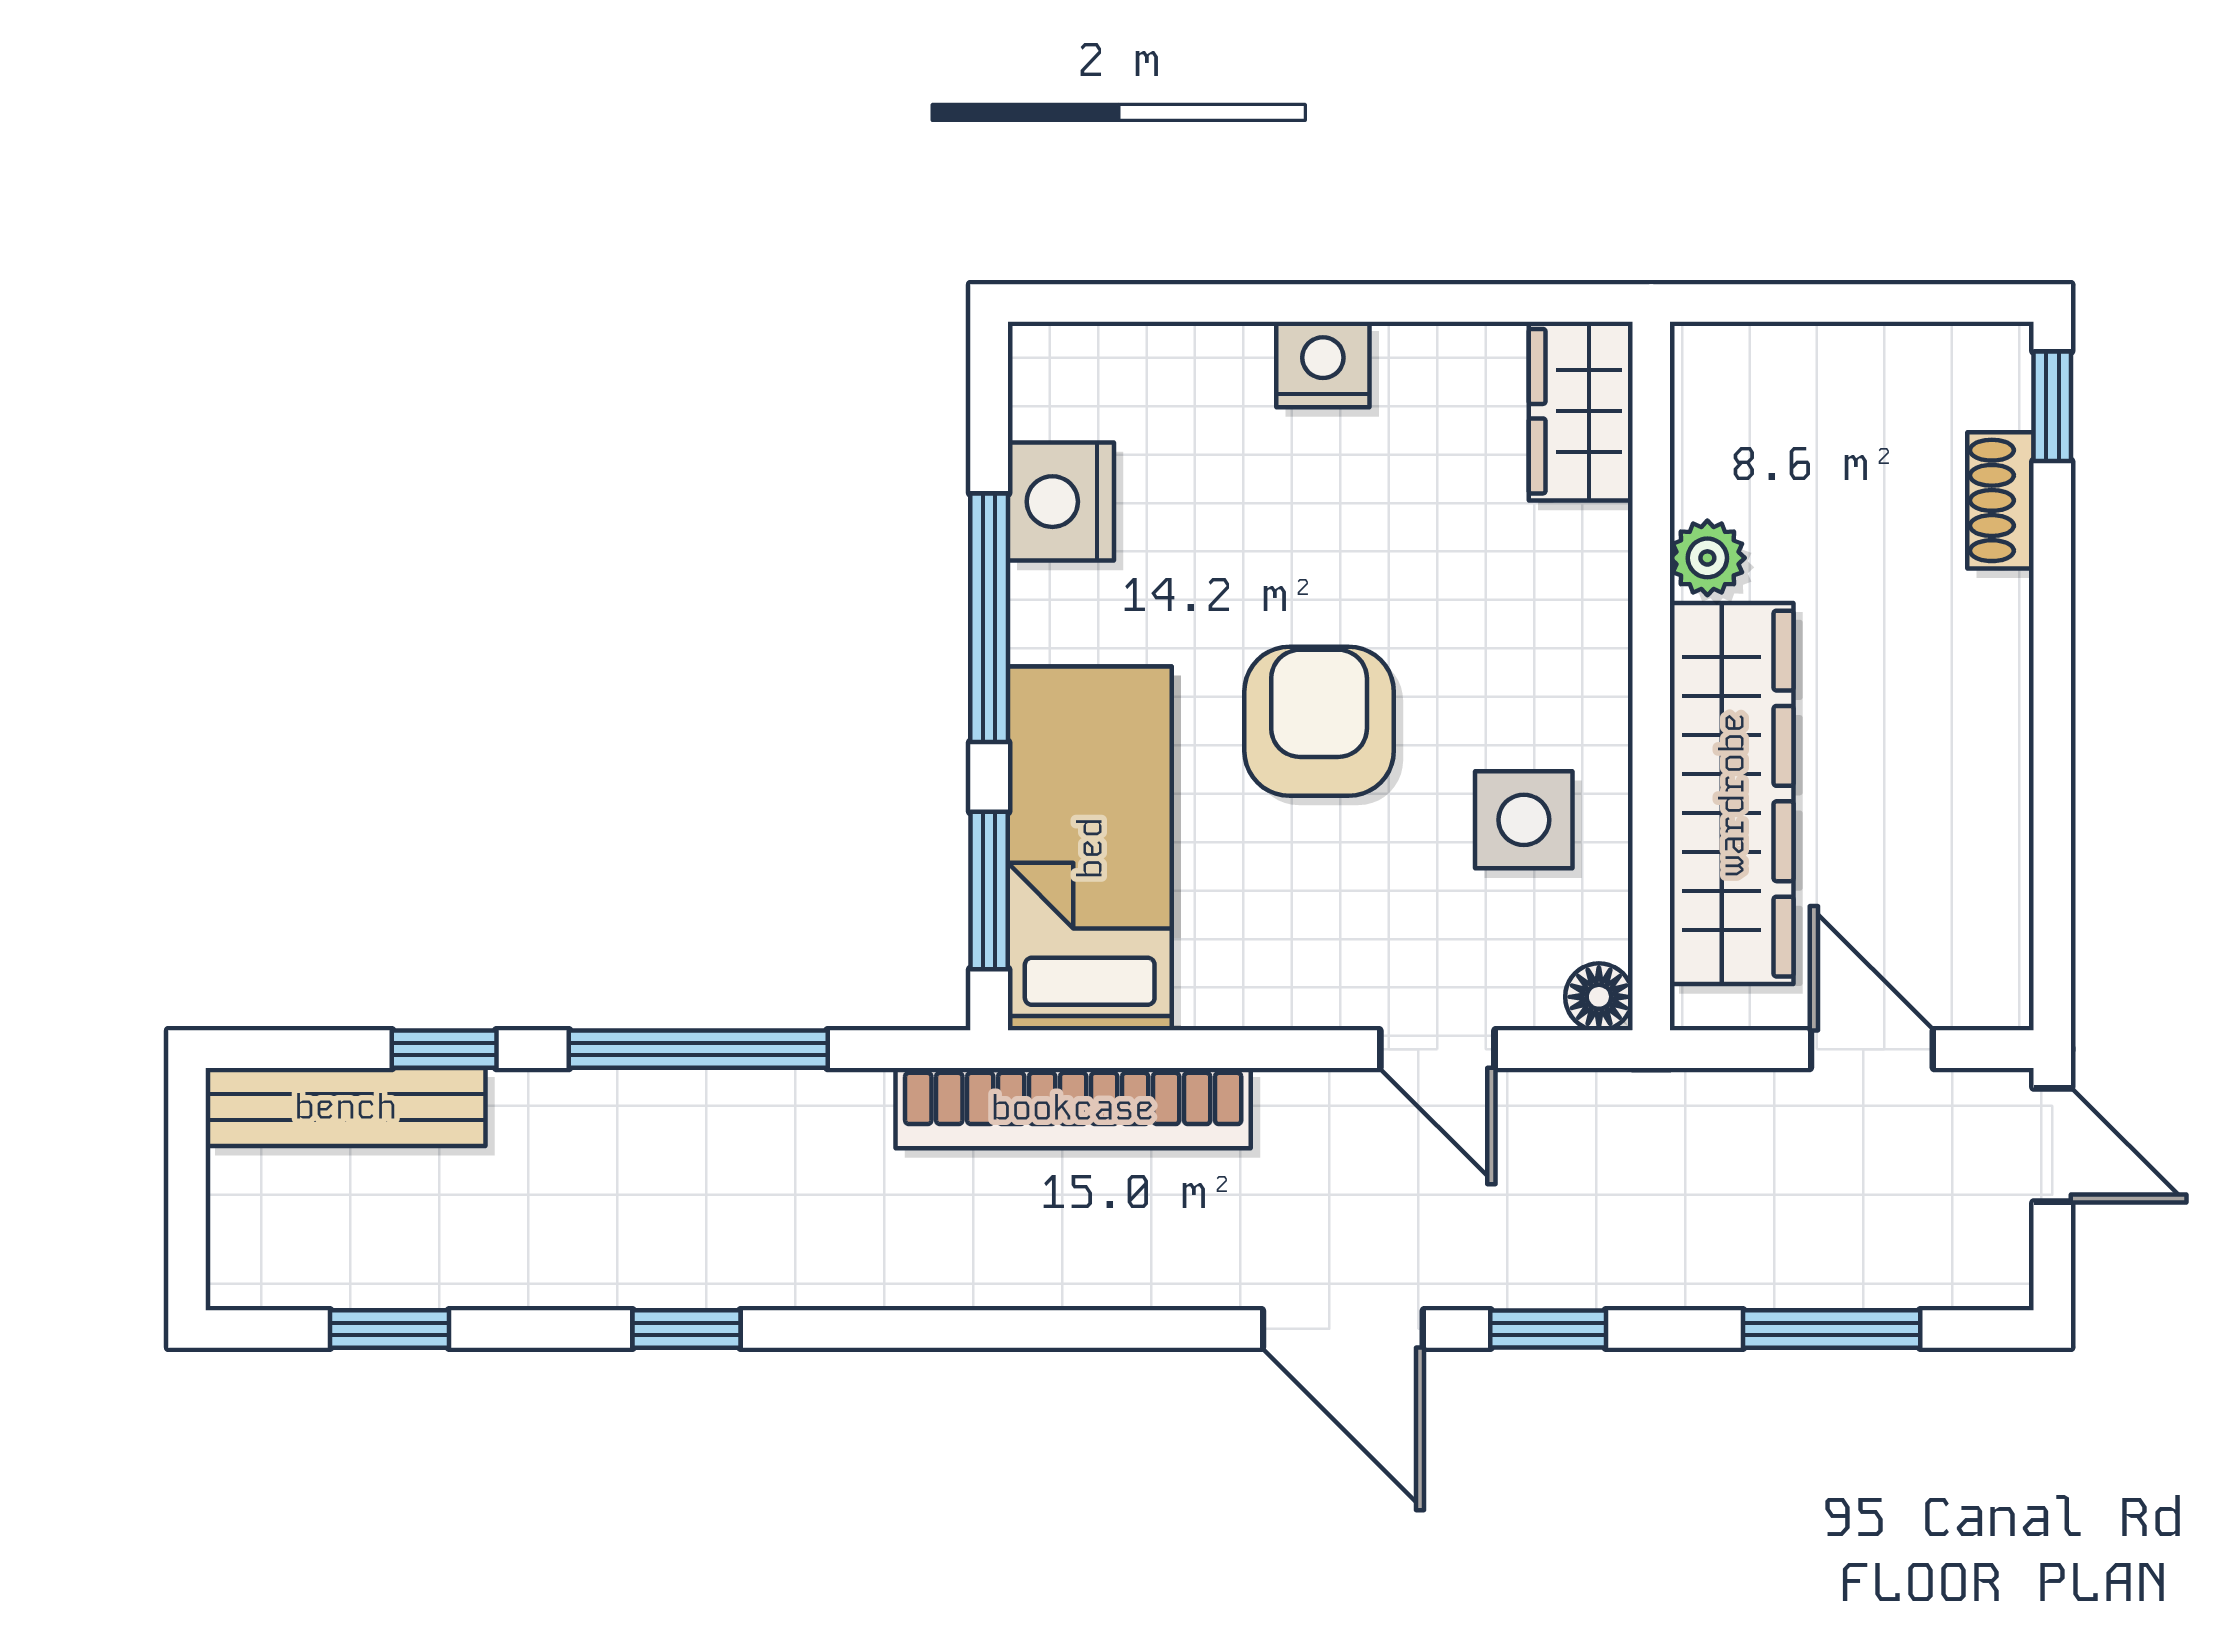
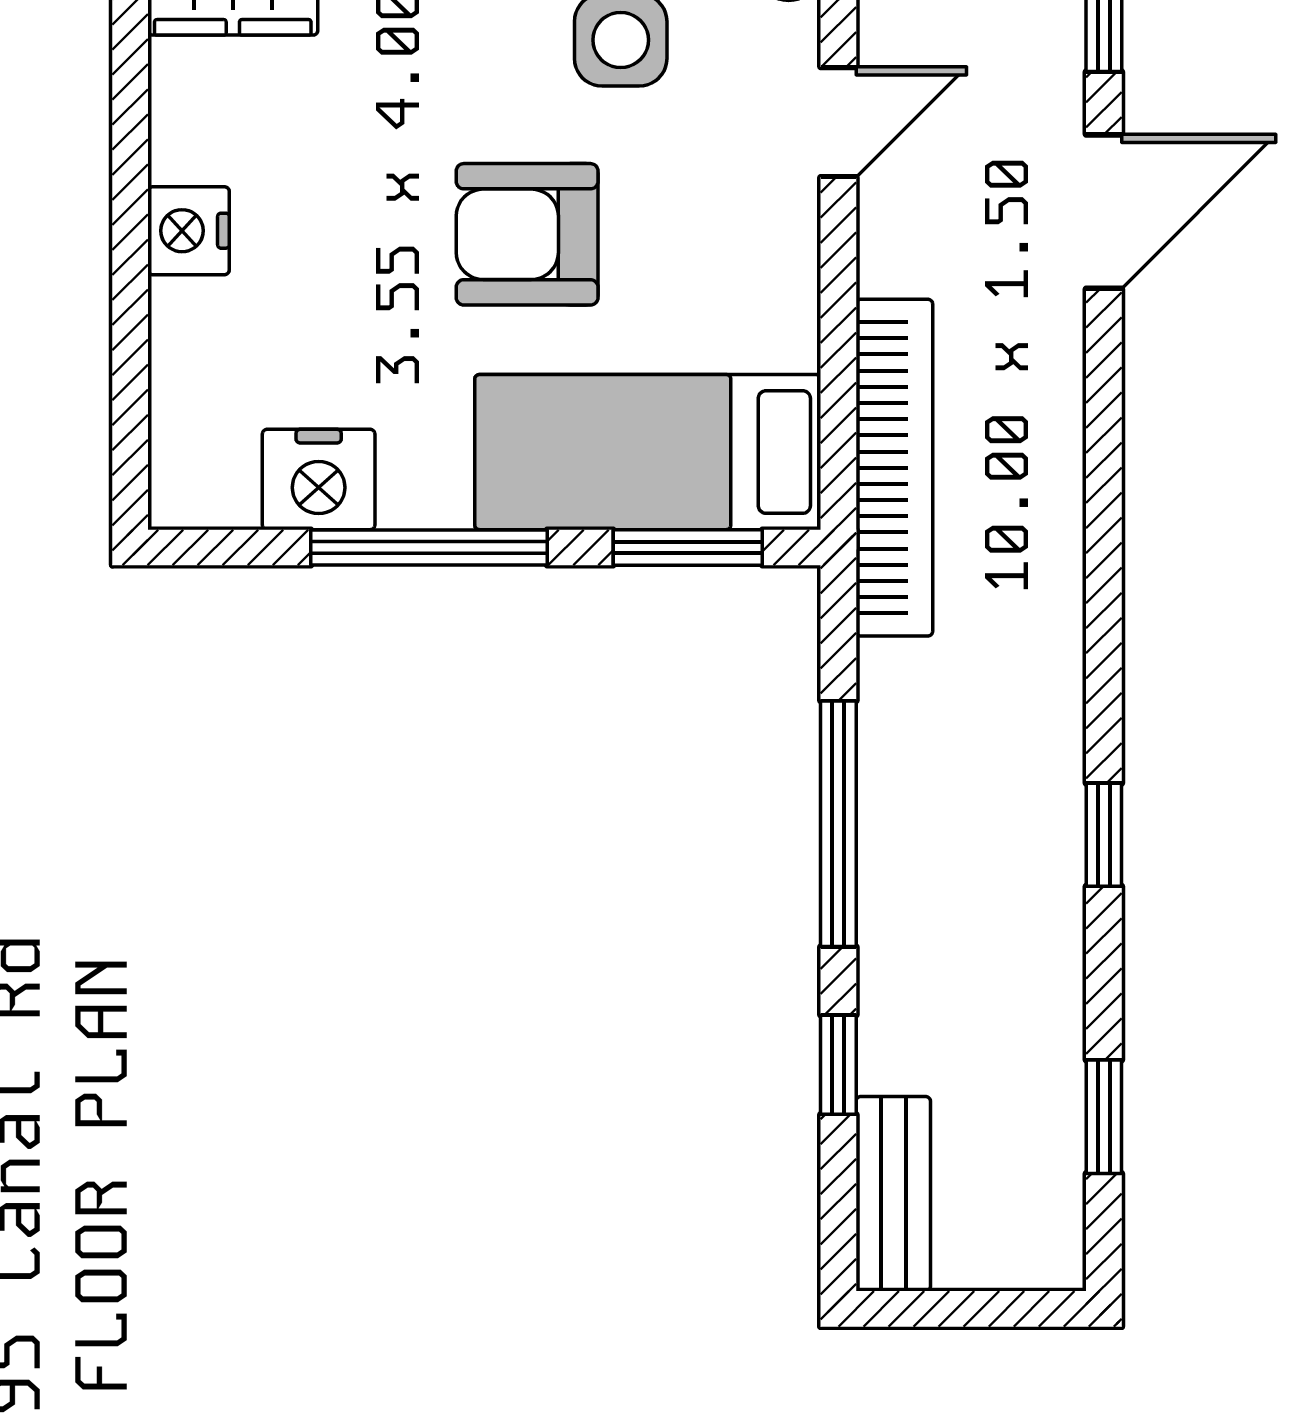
bench: (346, 1107) -> (893, 1194), width x0.73

